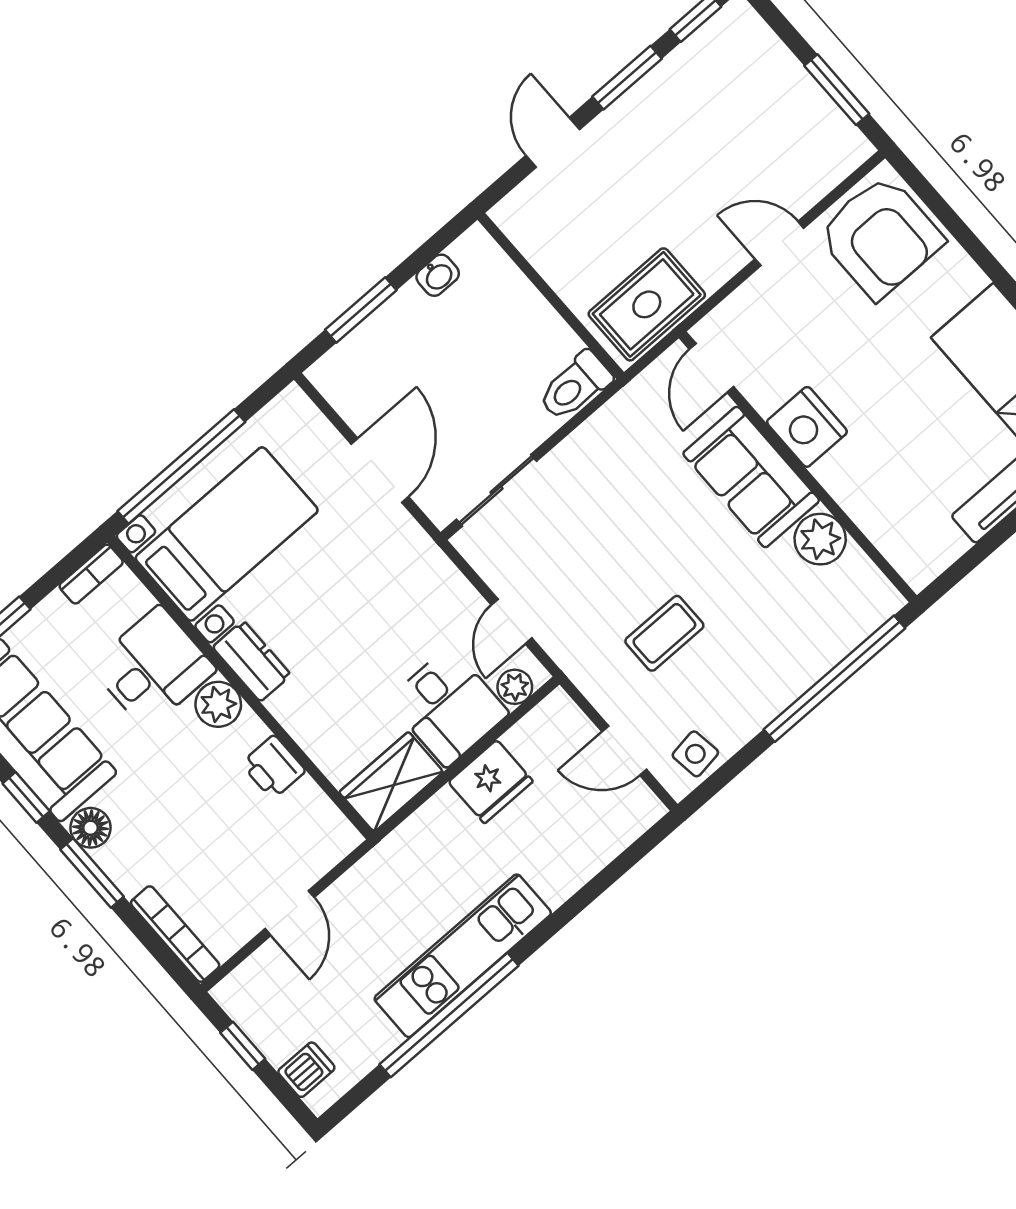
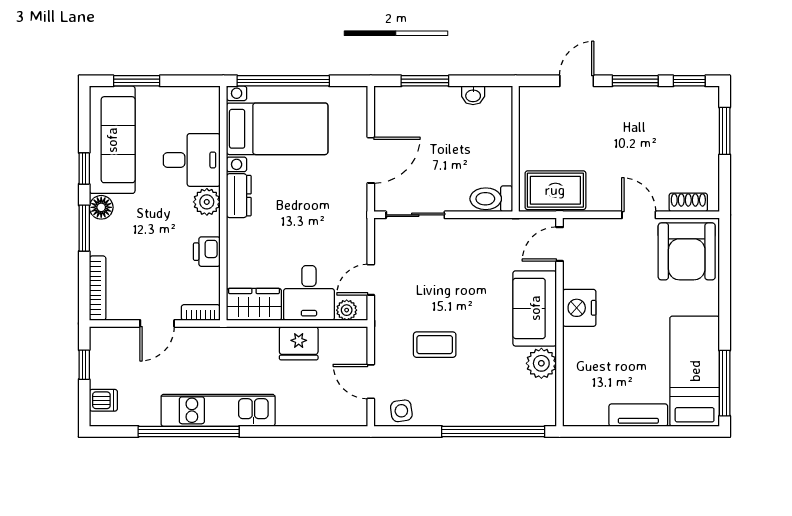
window: (837, 90) -> (725, 131), moved
shoe rack: (829, 173) -> (688, 202), added
bookcase: (91, 574) -> (201, 313), moved, turned 180

